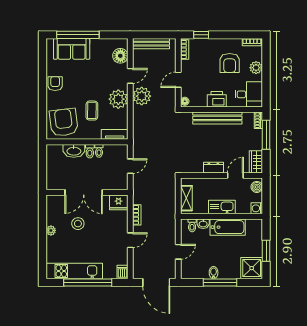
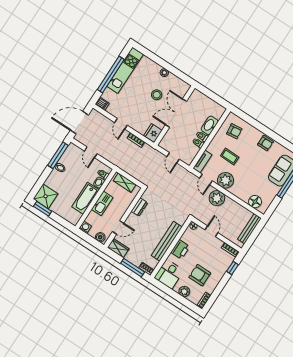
door: (130, 76) -> (206, 179), moved
armchair: (64, 122) -> (234, 131), width x0.53, depth x0.53
dresser: (213, 168) -> (139, 207), moved
door: (235, 176) -> (118, 227), hinge flipped
window: (266, 251) -> (43, 209), moved
window: (220, 283) -> (58, 155), moved

